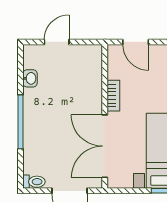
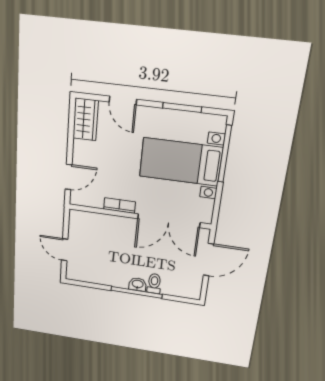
washbasin: (30, 78) -> (138, 284), moved
toilet: (34, 182) -> (154, 283), moved

